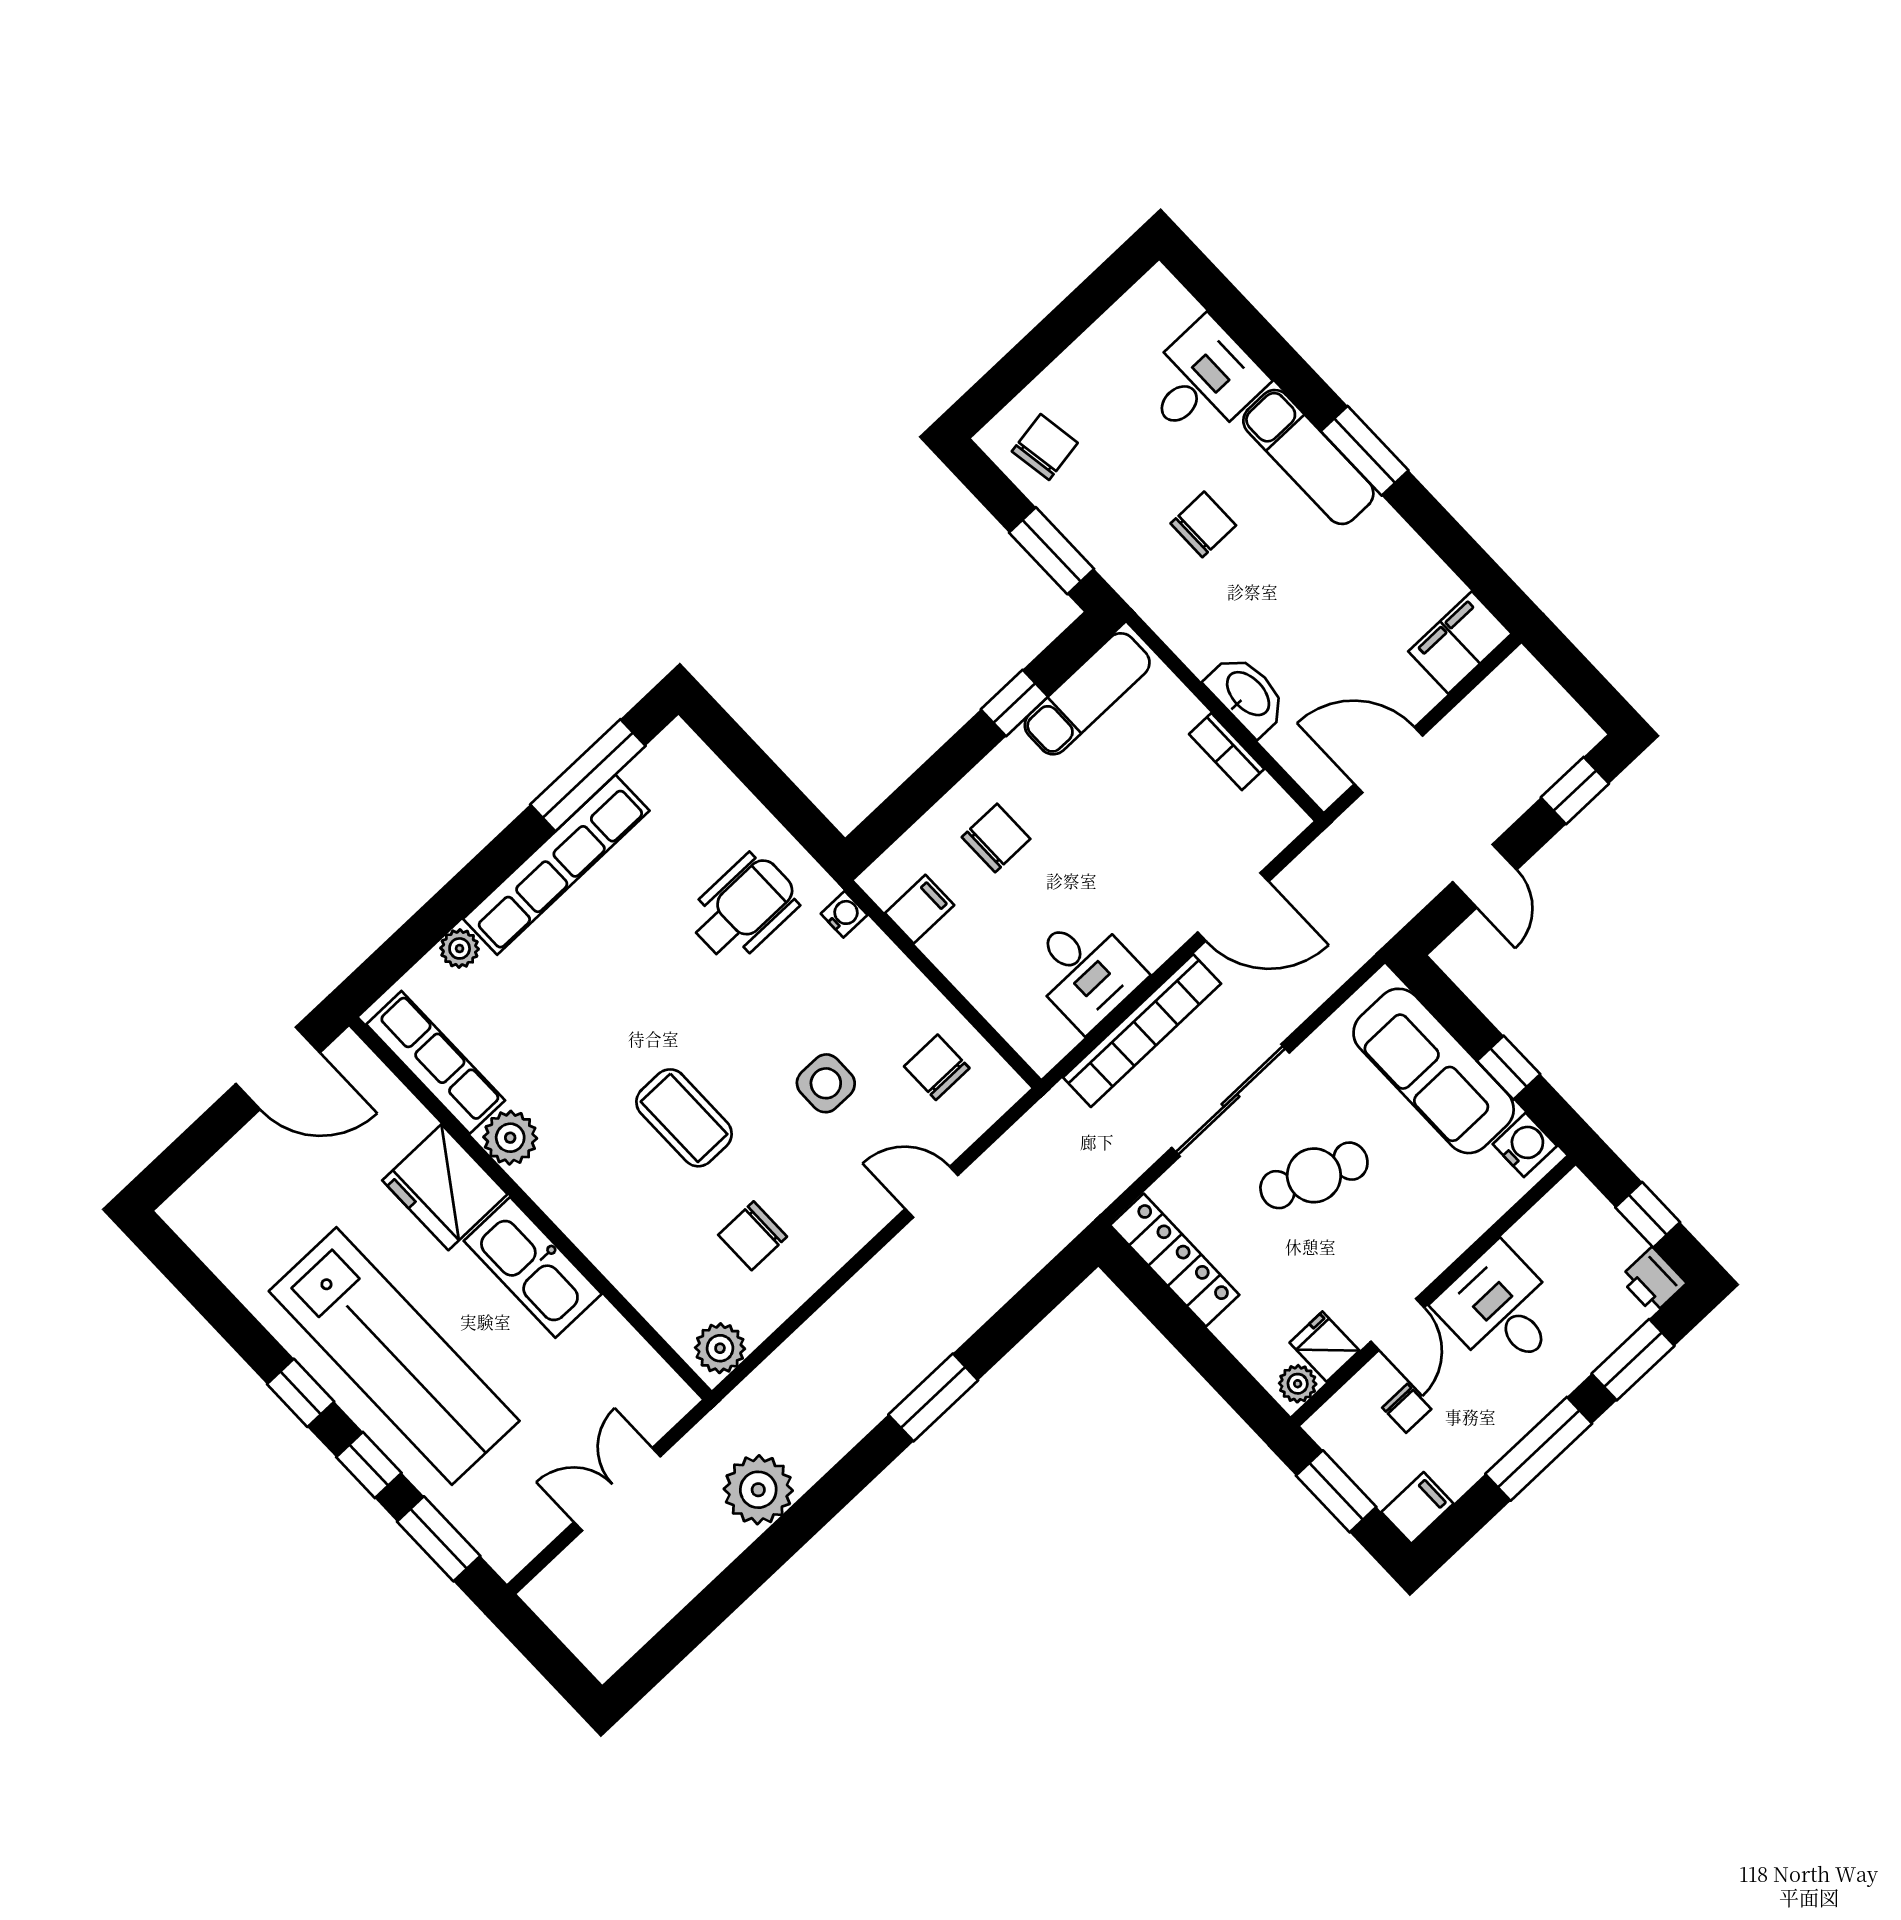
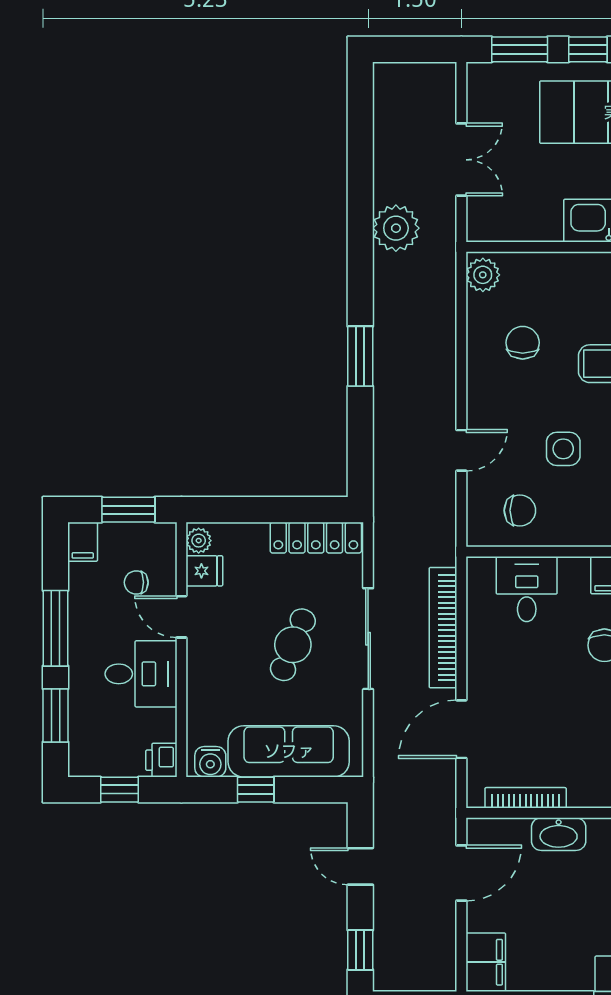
bookcase: (1227, 752) -> (526, 798), width x1.56
desk: (1085, 971) -> (527, 589), moved, turned 90
printer: (1653, 1281) -> (161, 760), moved, turned -90

